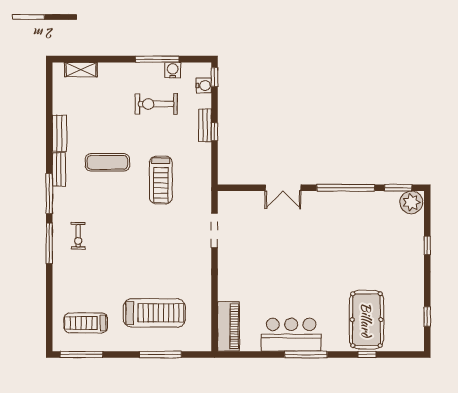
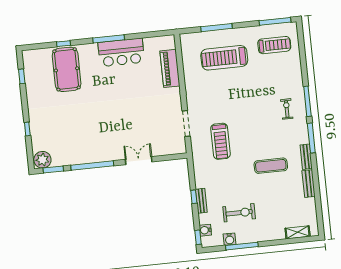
treadmill: (161, 180) -> (220, 141), moved, turned 180
piano: (228, 326) -> (170, 68), moved

